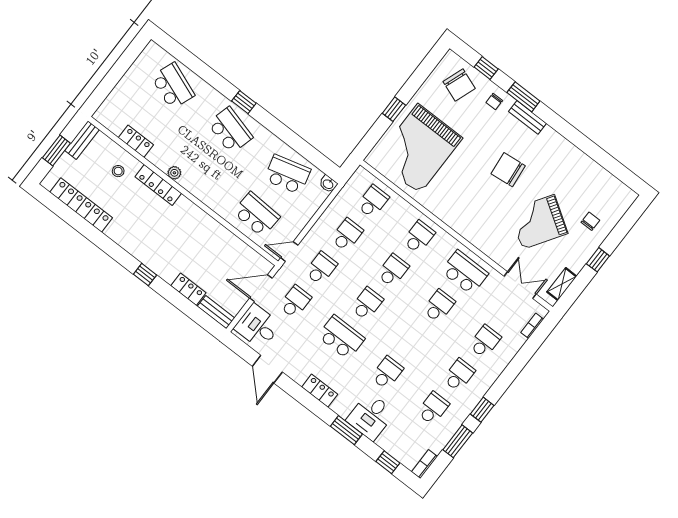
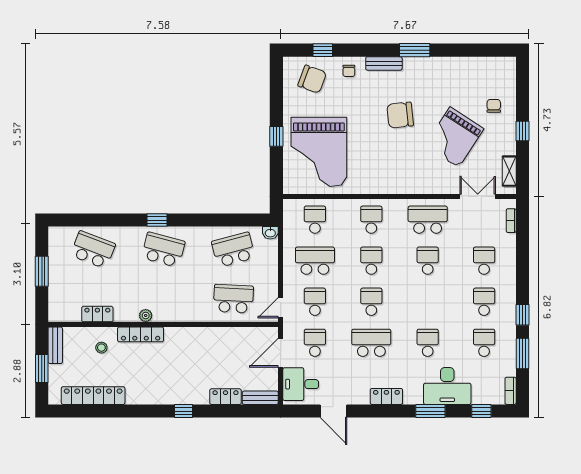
window: (118, 71) -> (42, 271), added
window: (523, 97) -> (415, 50), moved
school desk: (347, 235) -> (315, 261), width x1.85
desk: (371, 416) -> (447, 386), width x1.37

